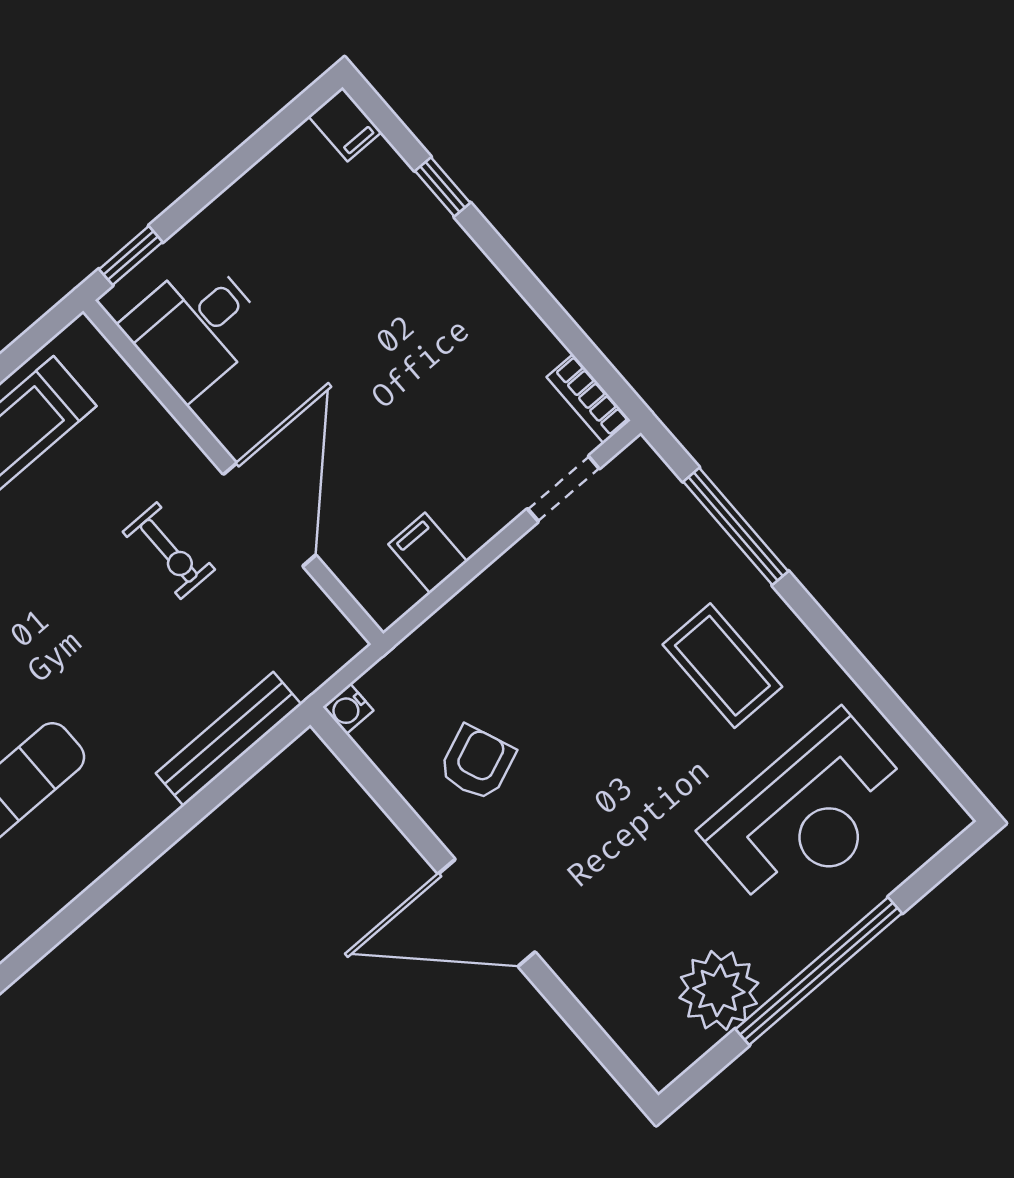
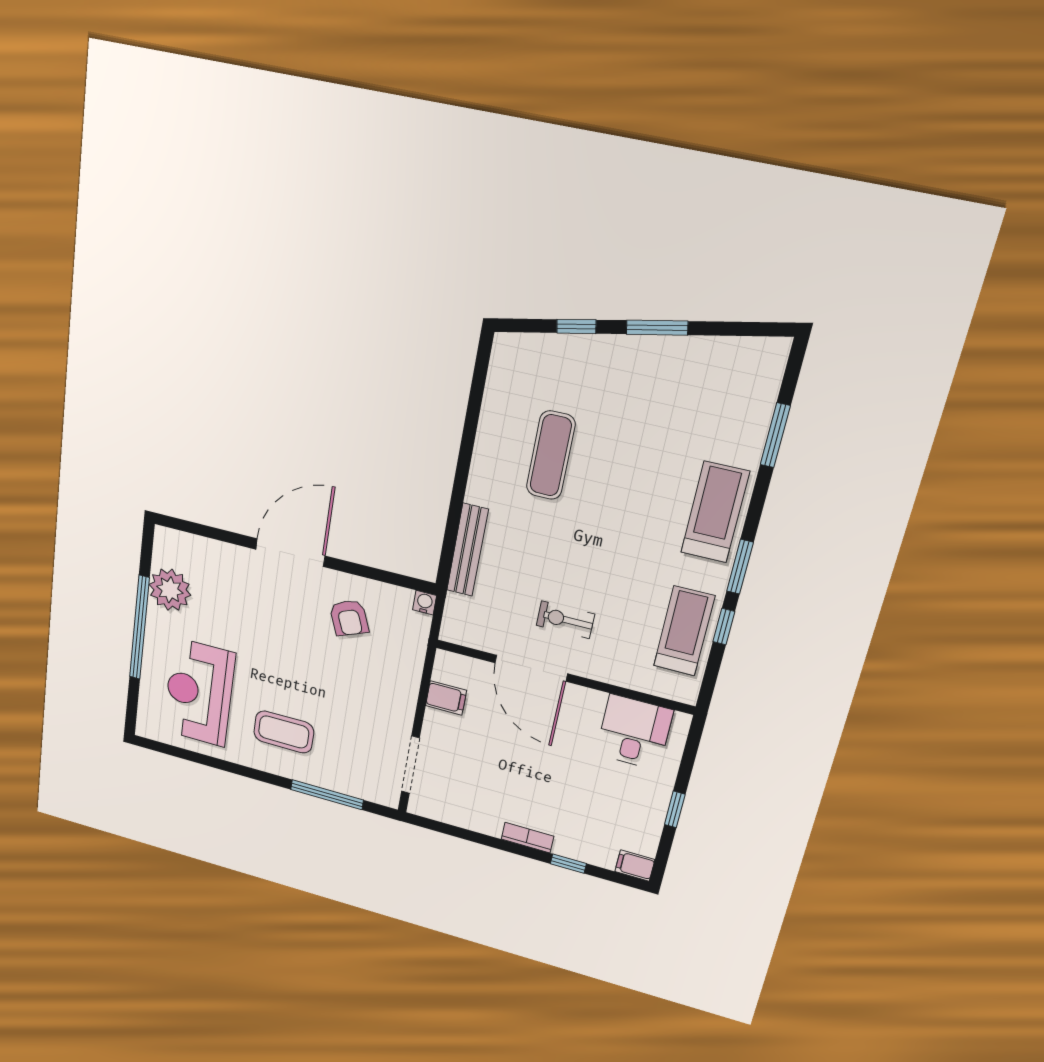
window: (131, 256) -> (675, 809), moved
bookcase: (588, 399) -> (527, 838), moved
doorway: (563, 489) -> (410, 765), width x1.38

